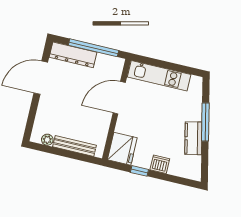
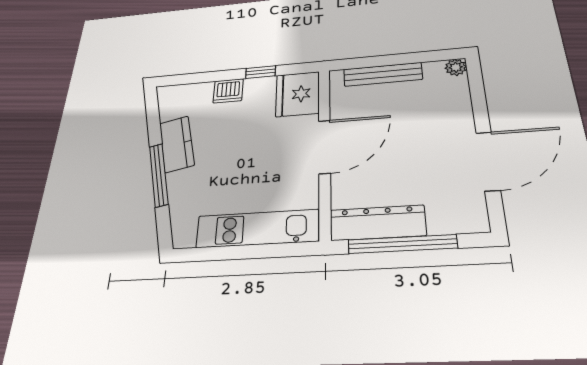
dresser: (73, 55) -> (377, 223), moved
door: (119, 98) -> (324, 147), moved
plant: (47, 140) -> (456, 67), moved

